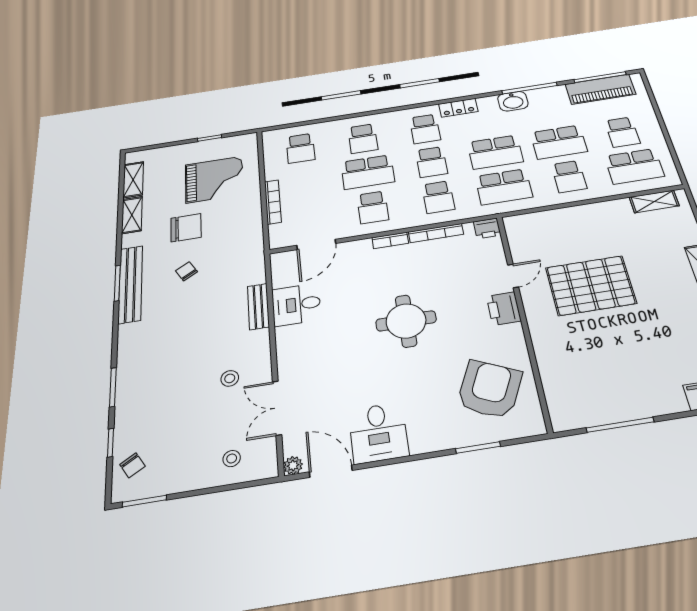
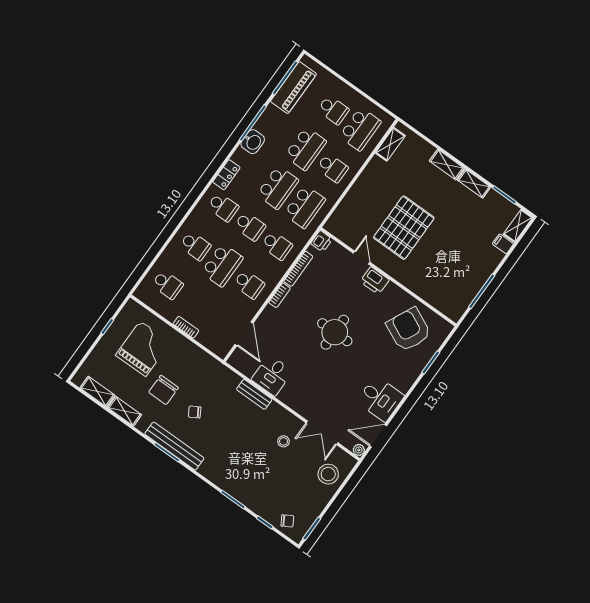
bookcase: (273, 202) -> (186, 327), width x0.64
chair: (186, 228) -> (164, 390), turned 180
stool: (232, 459) -> (328, 474), width x1.89, depth x1.89

